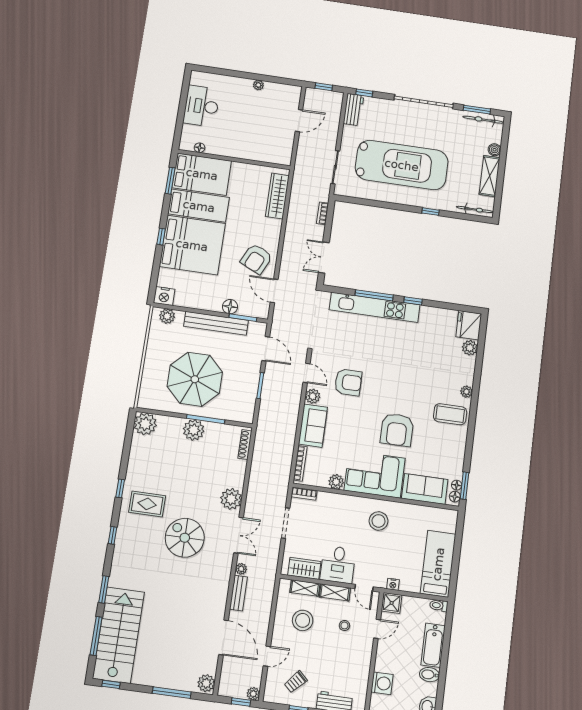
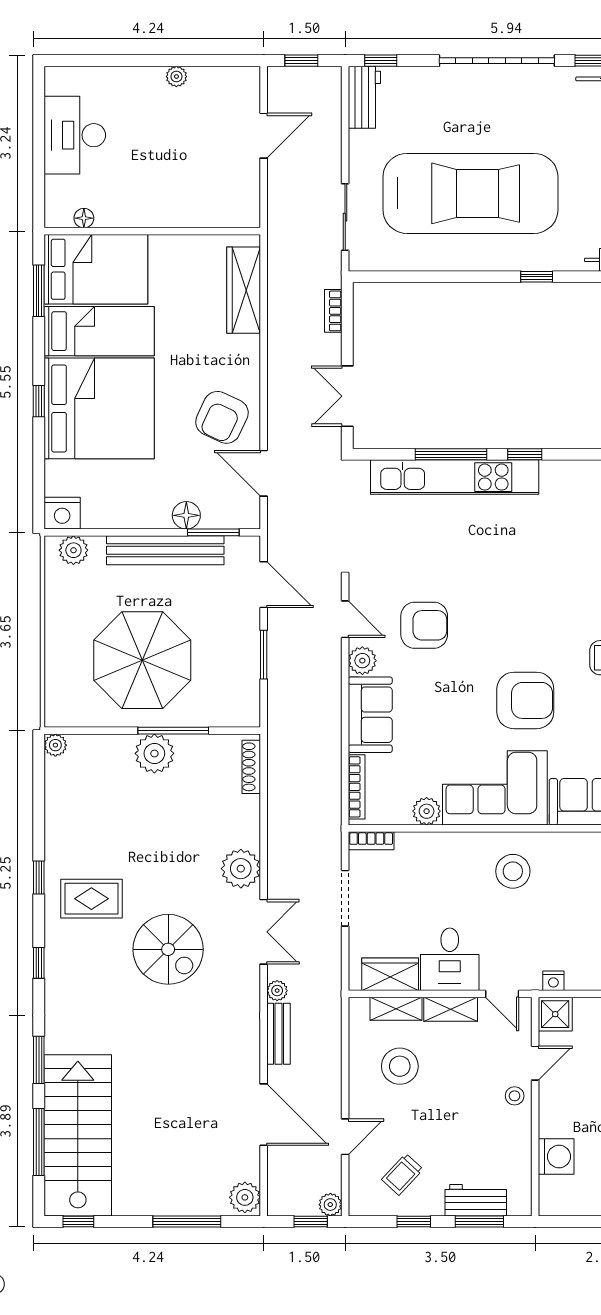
plant: (145, 424) -> (55, 745), width x0.53, depth x0.53
armchair: (397, 430) -> (525, 700), turned -90
spiral stairs: (185, 538) -> (168, 949), turned 180
stool: (344, 625) -> (515, 1096), moved

